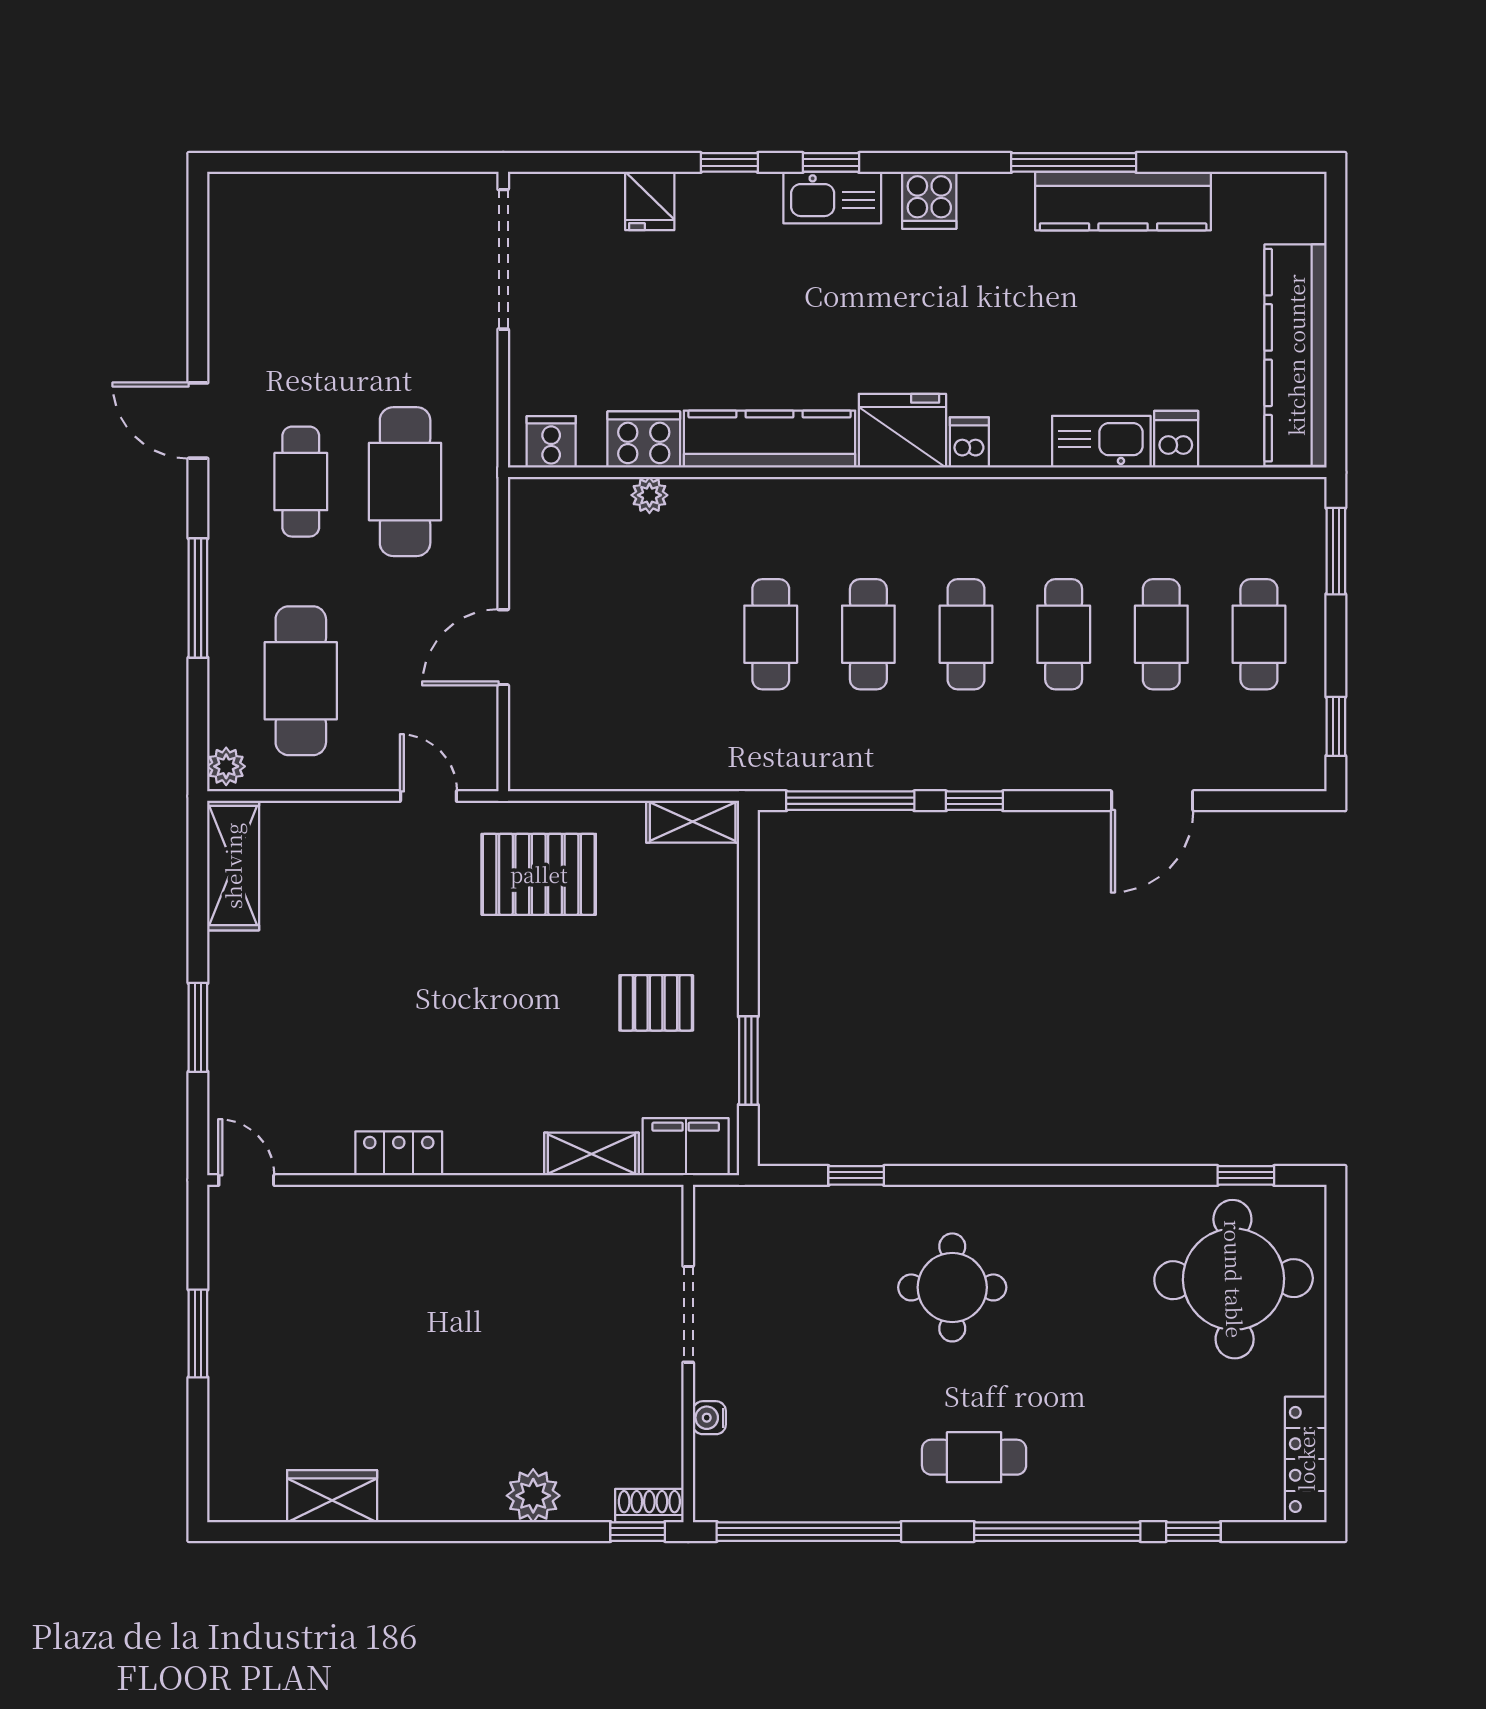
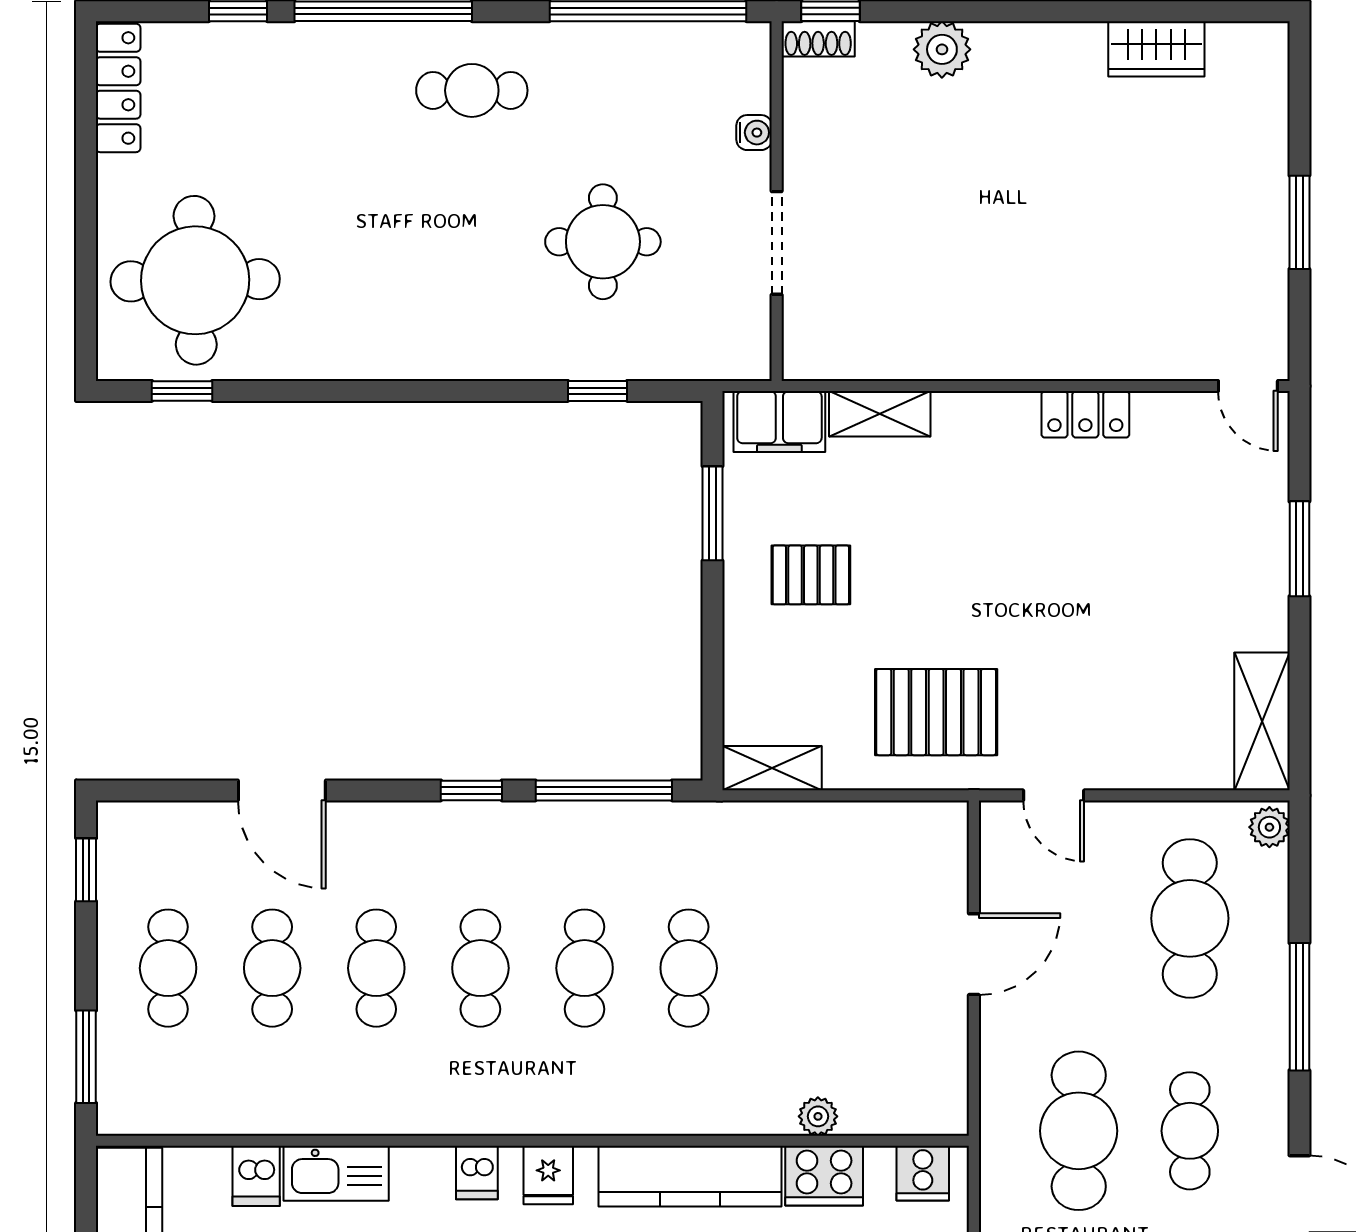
fridge: (902, 431) -> (548, 1175), width x0.53, depth x0.75
door: (1152, 801) -> (282, 790), swing flipped
round table: (952, 1287) -> (603, 242), moved

